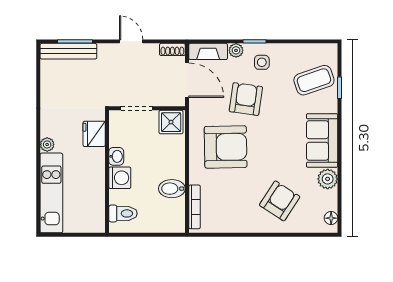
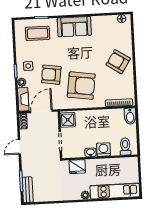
bench: (68, 51) -> (28, 190), width x0.73
coffee table: (314, 80) -> (38, 33), turned -71
armchair: (226, 147) -> (81, 86), turned 99
plant: (328, 179) -> (98, 22), removed
bidet: (172, 189) -> (130, 116), moved
armchair: (280, 201) -> (118, 62), moved

